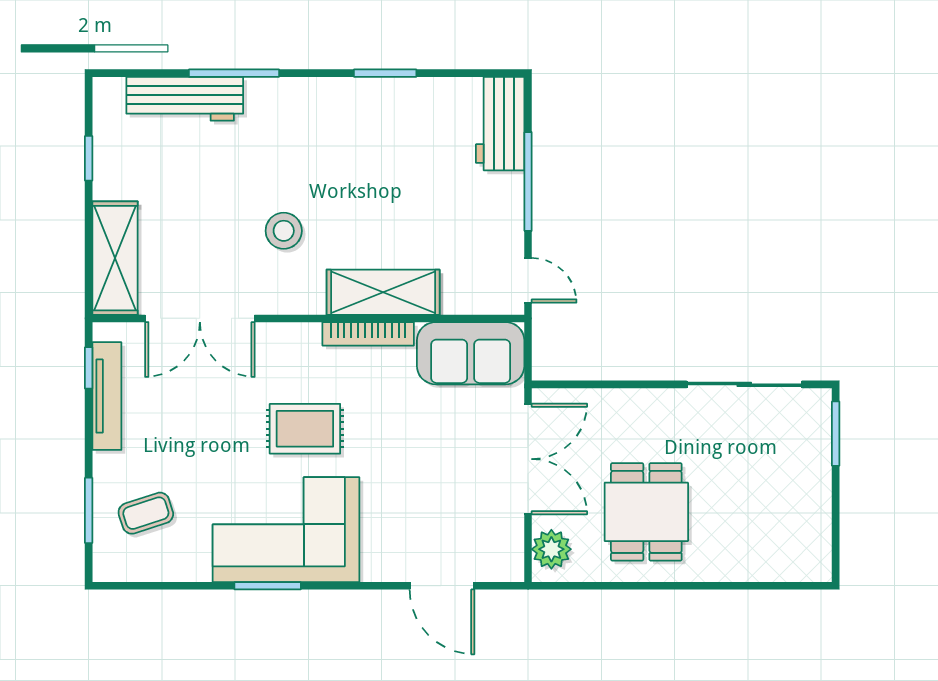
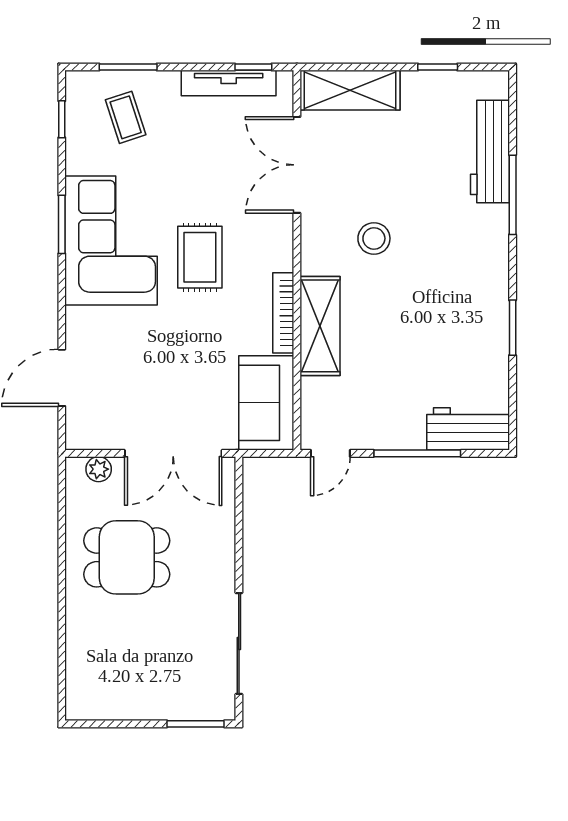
plant: (551, 549) -> (99, 469), width x0.73, depth x0.73
window: (148, 586) -> (62, 119), added

